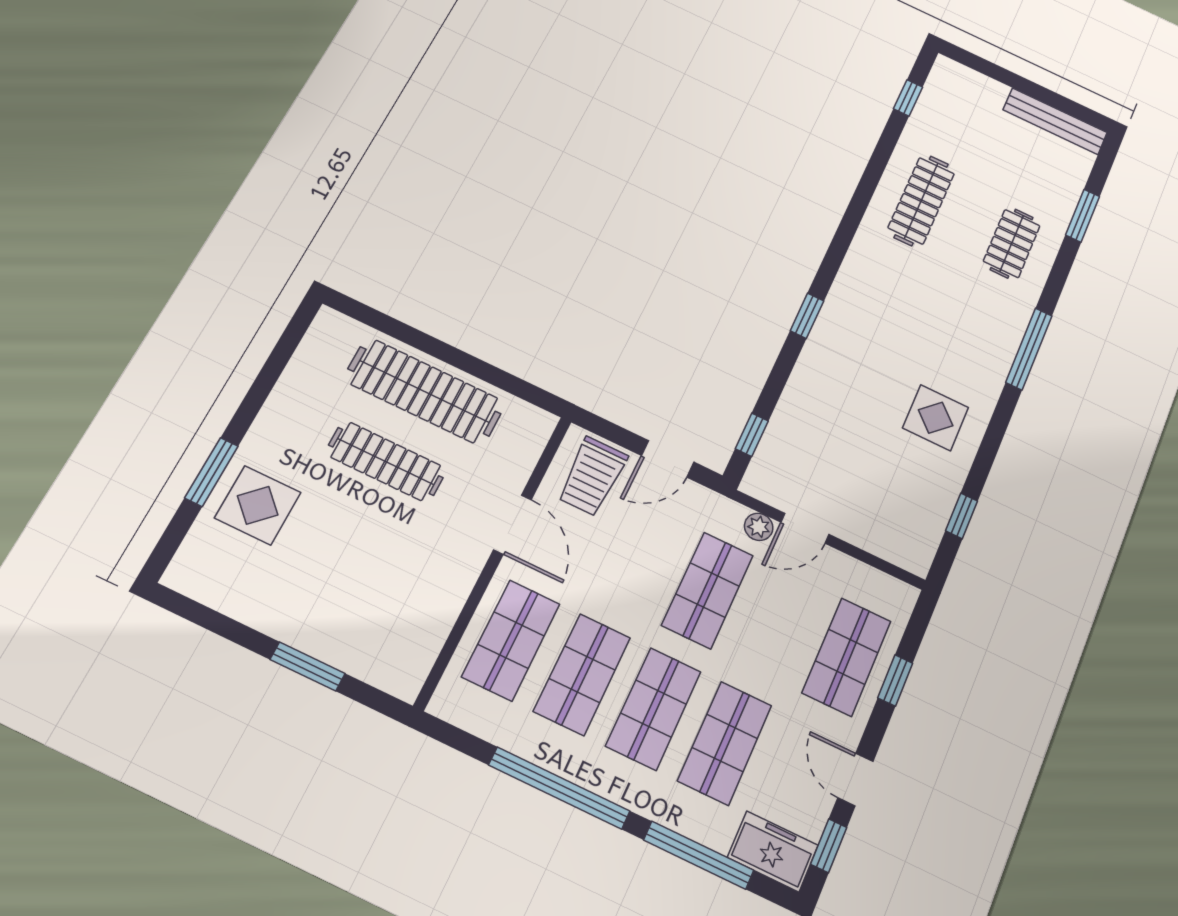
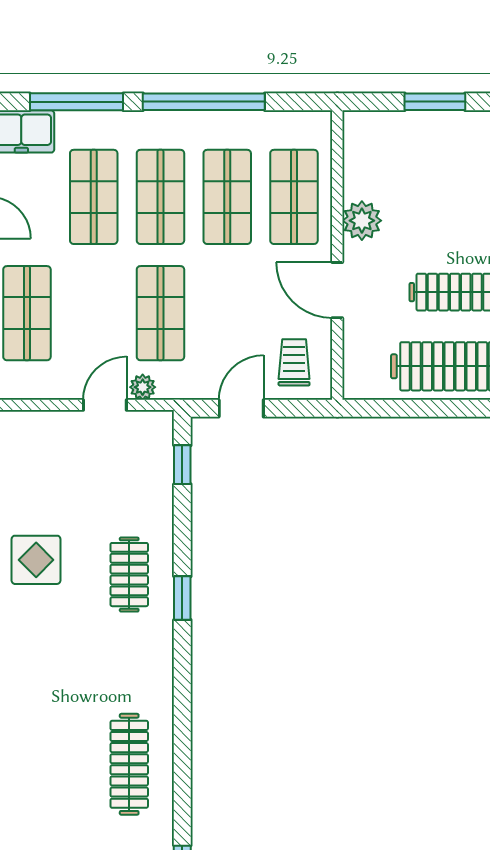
clothes rail: (1012, 243) -> (129, 575), moved
trolley: (592, 476) -> (294, 362), width x0.73, depth x0.72
plant: (451, 581) -> (362, 221), added

